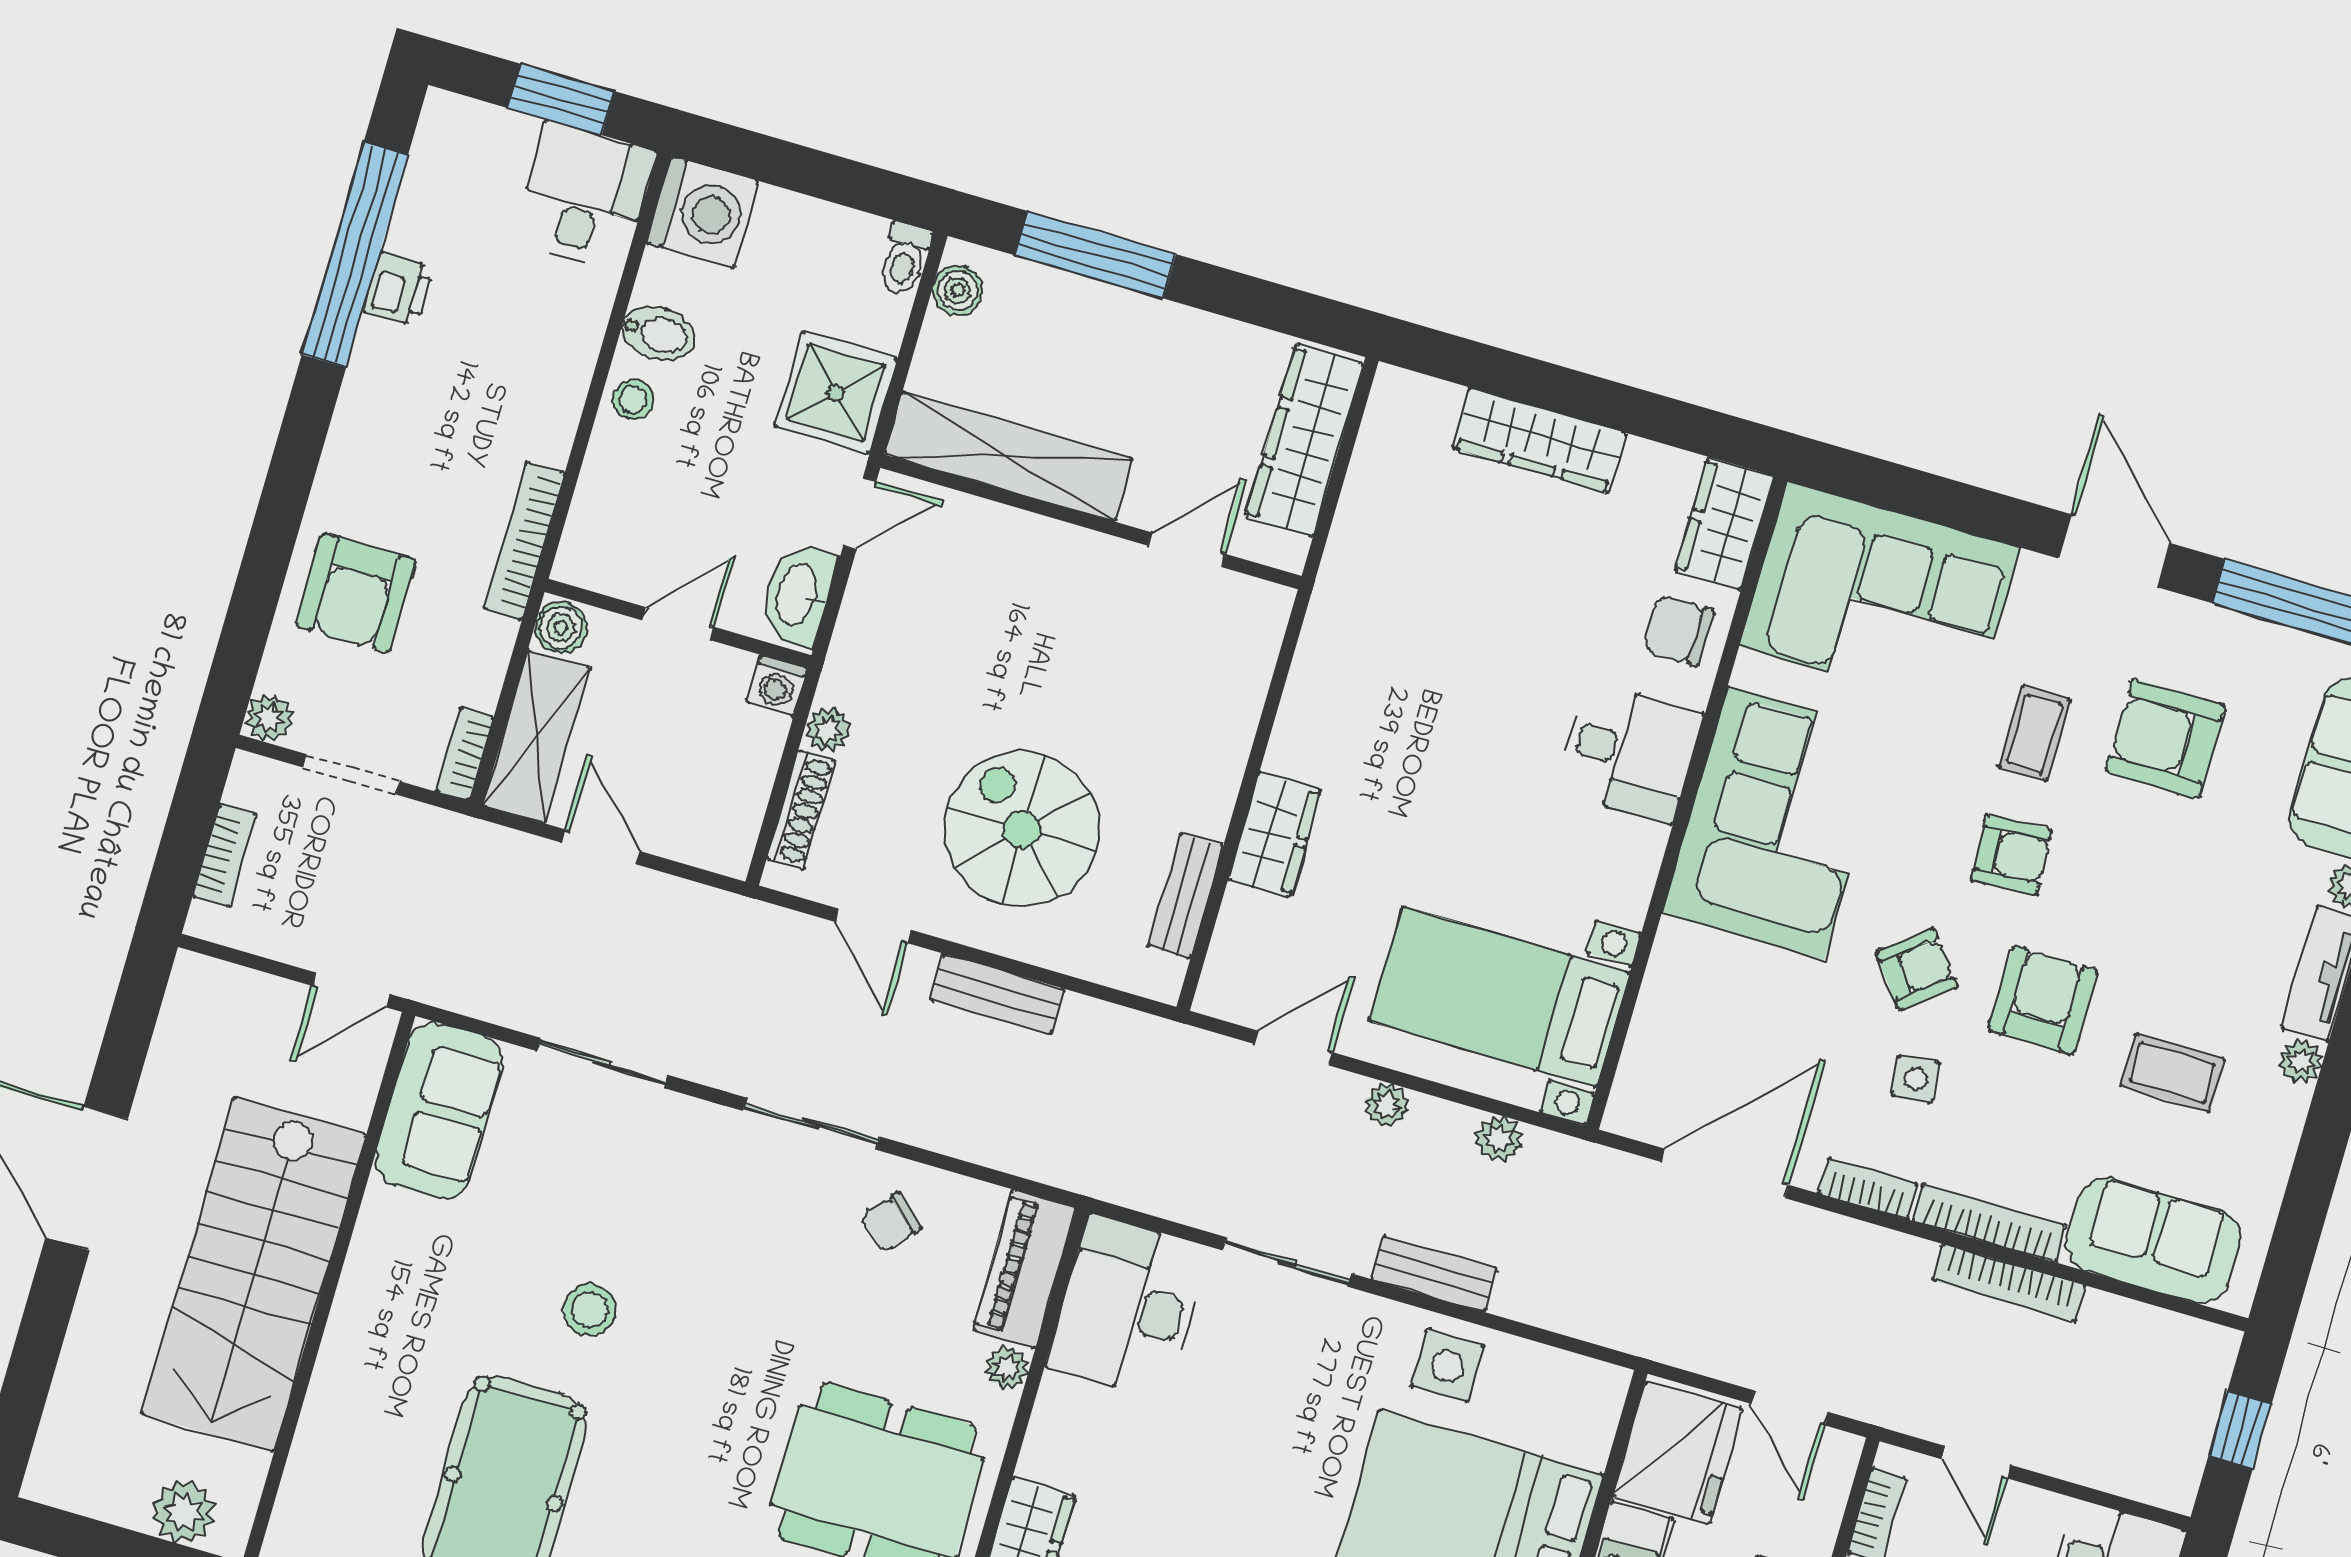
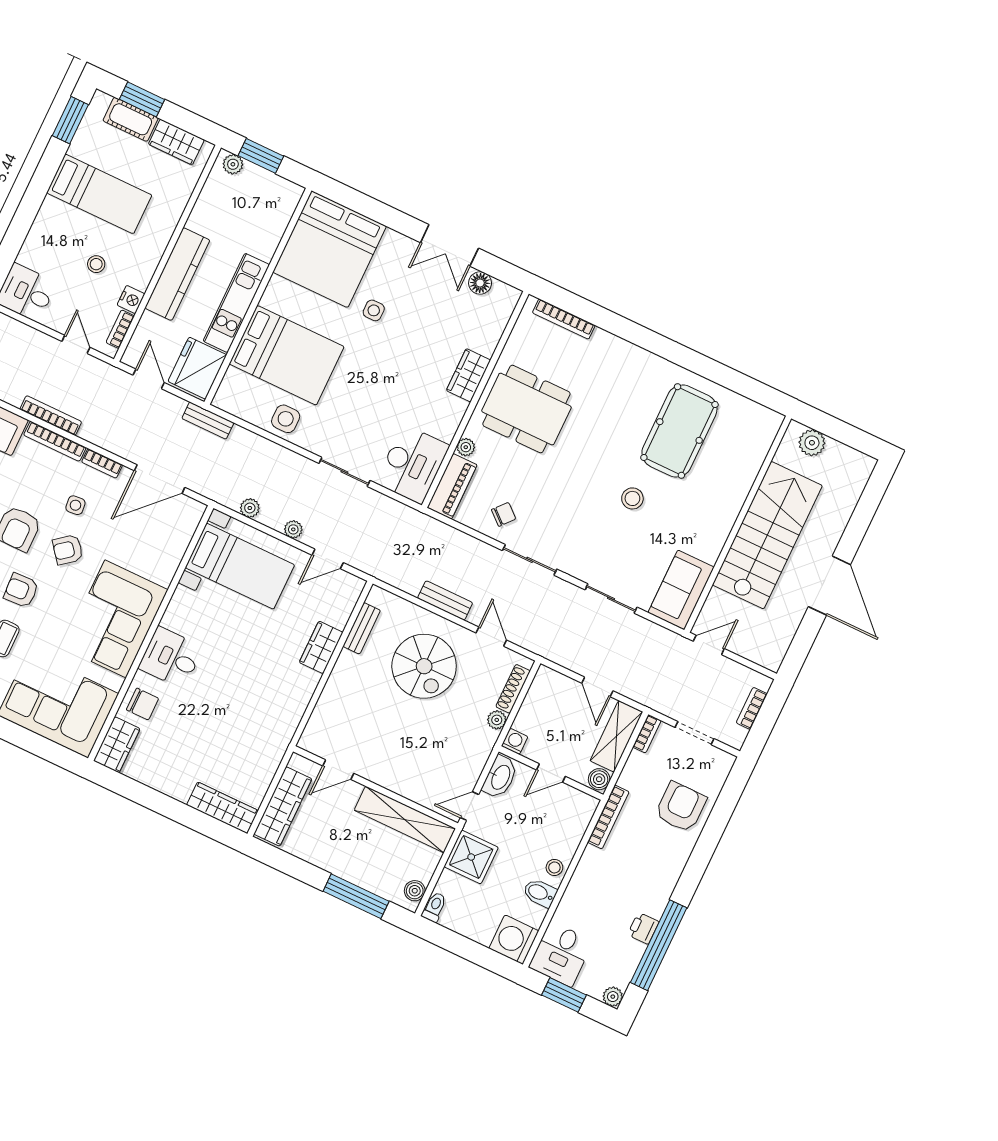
wardrobe: (1539, 440) -> (222, 808), moved
plant: (269, 718) -> (613, 997), moved
bench: (1434, 1274) -> (208, 421), moved

